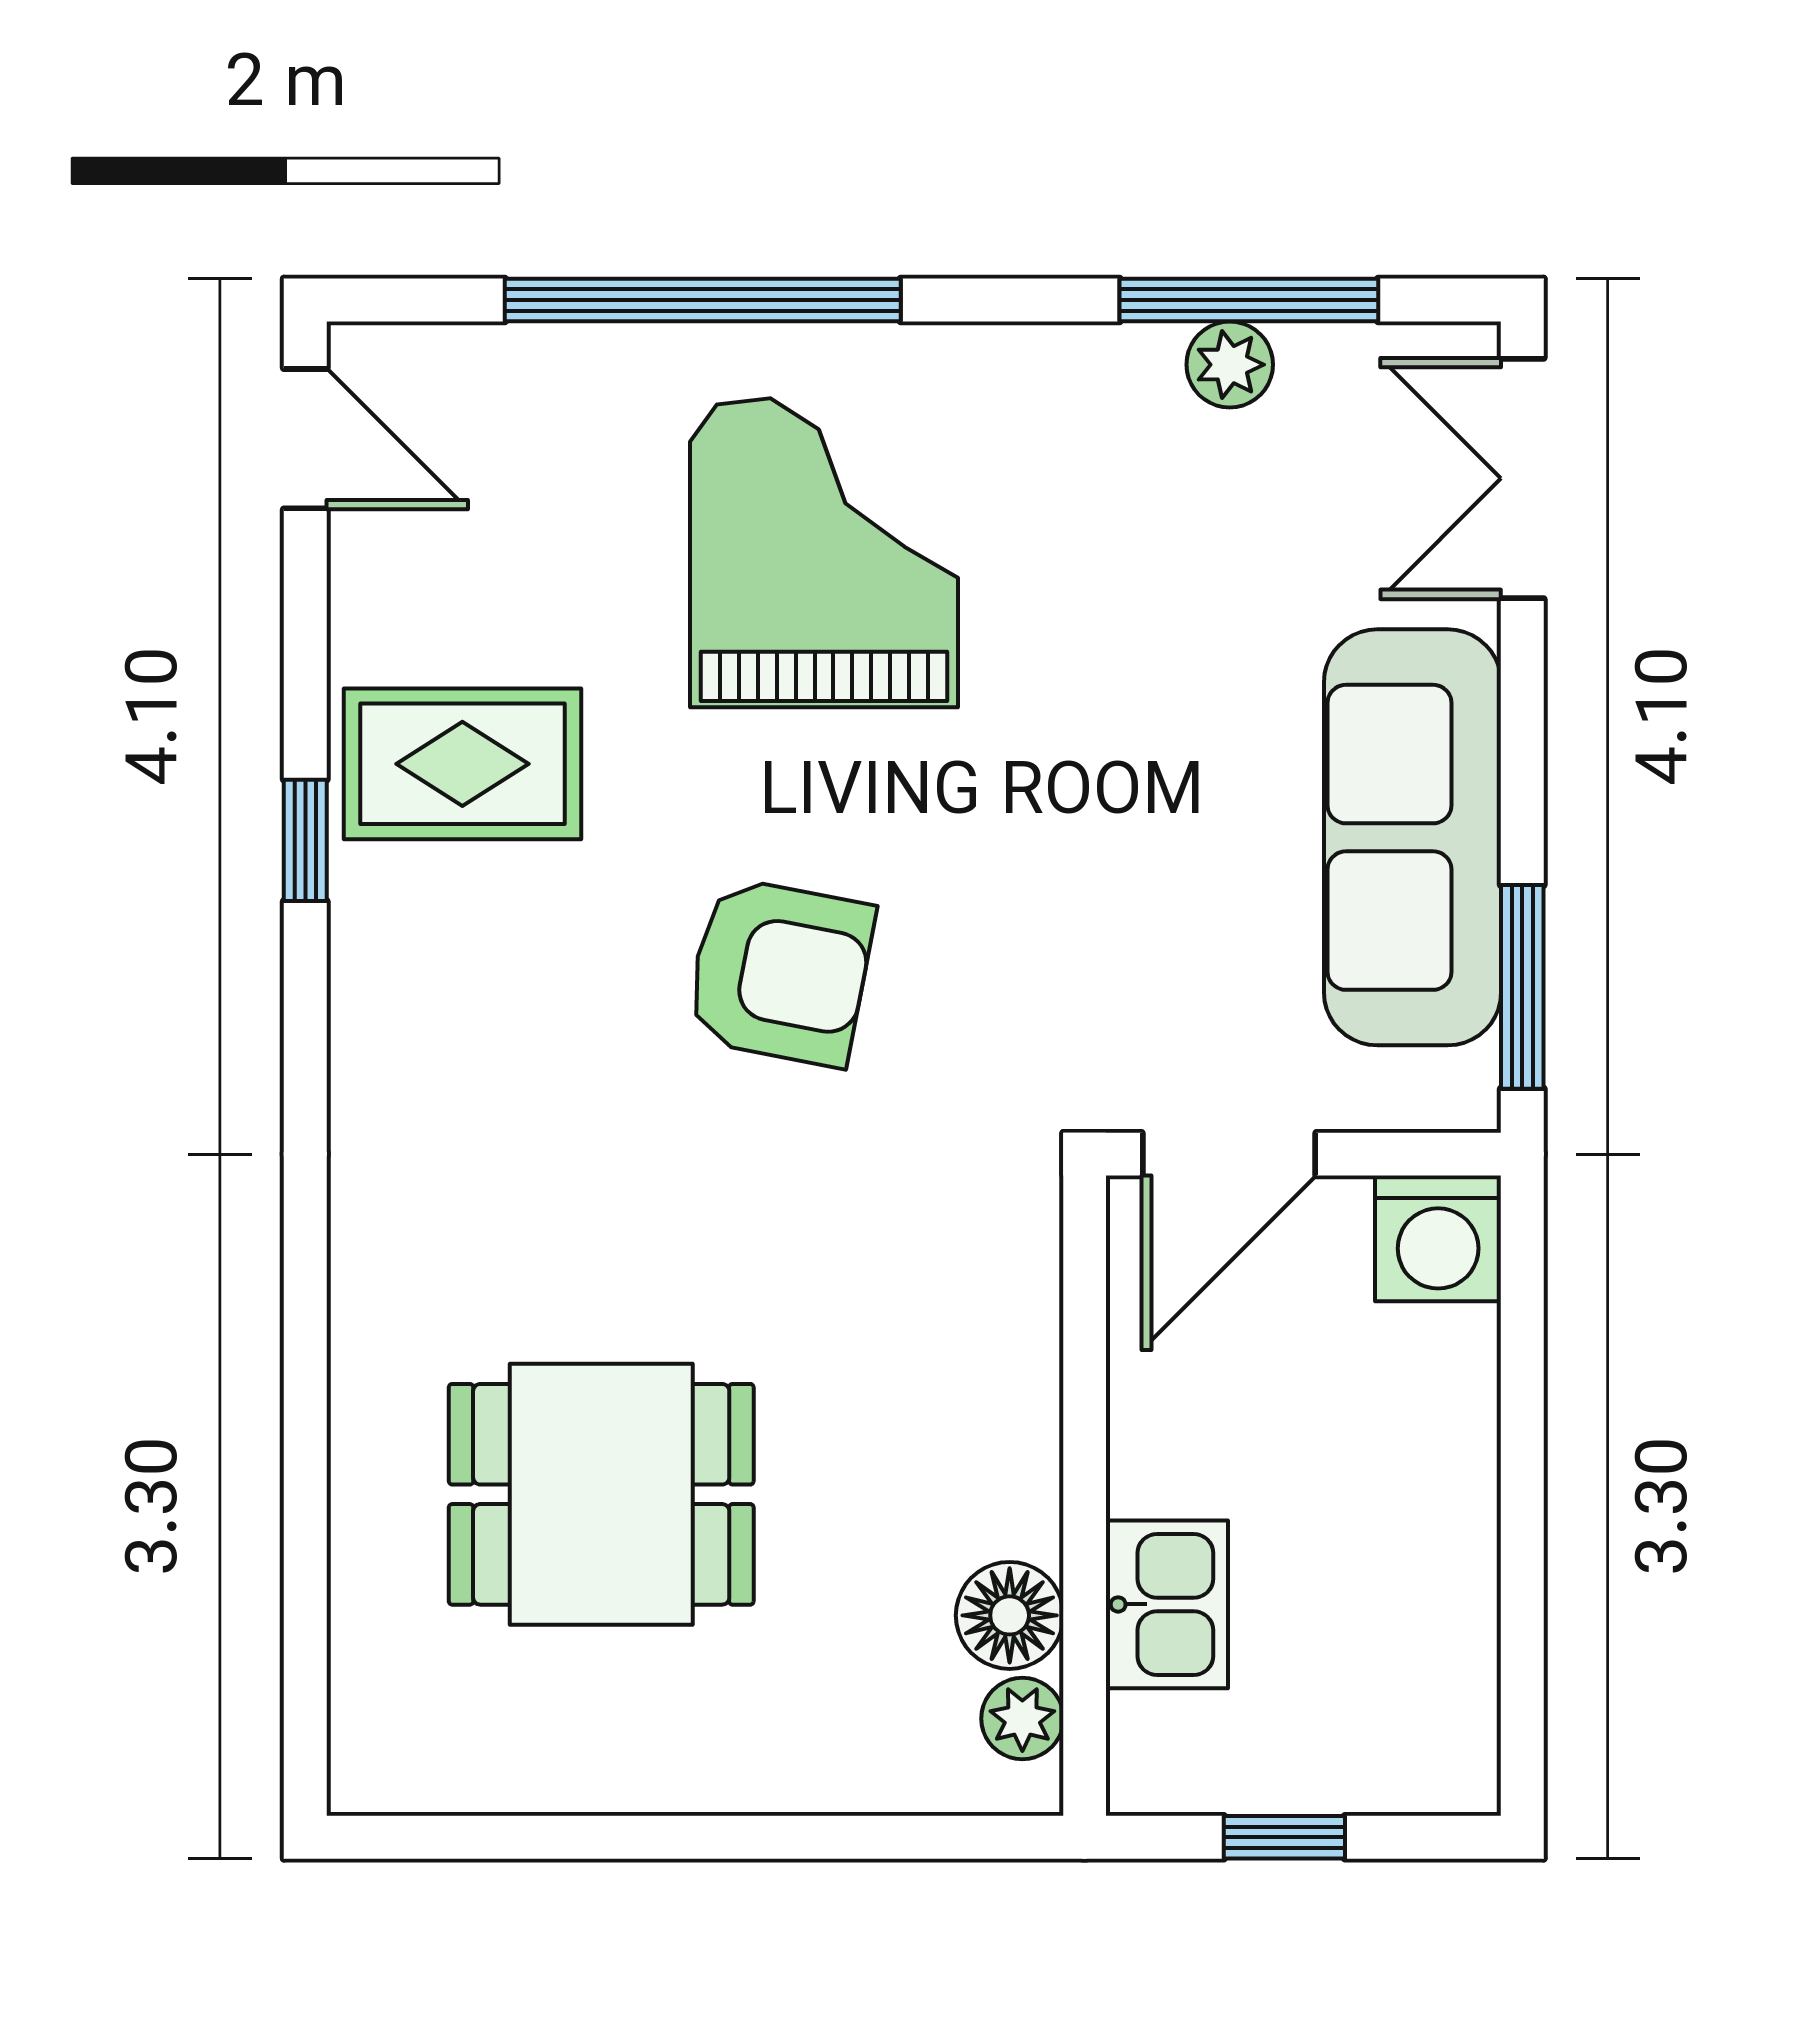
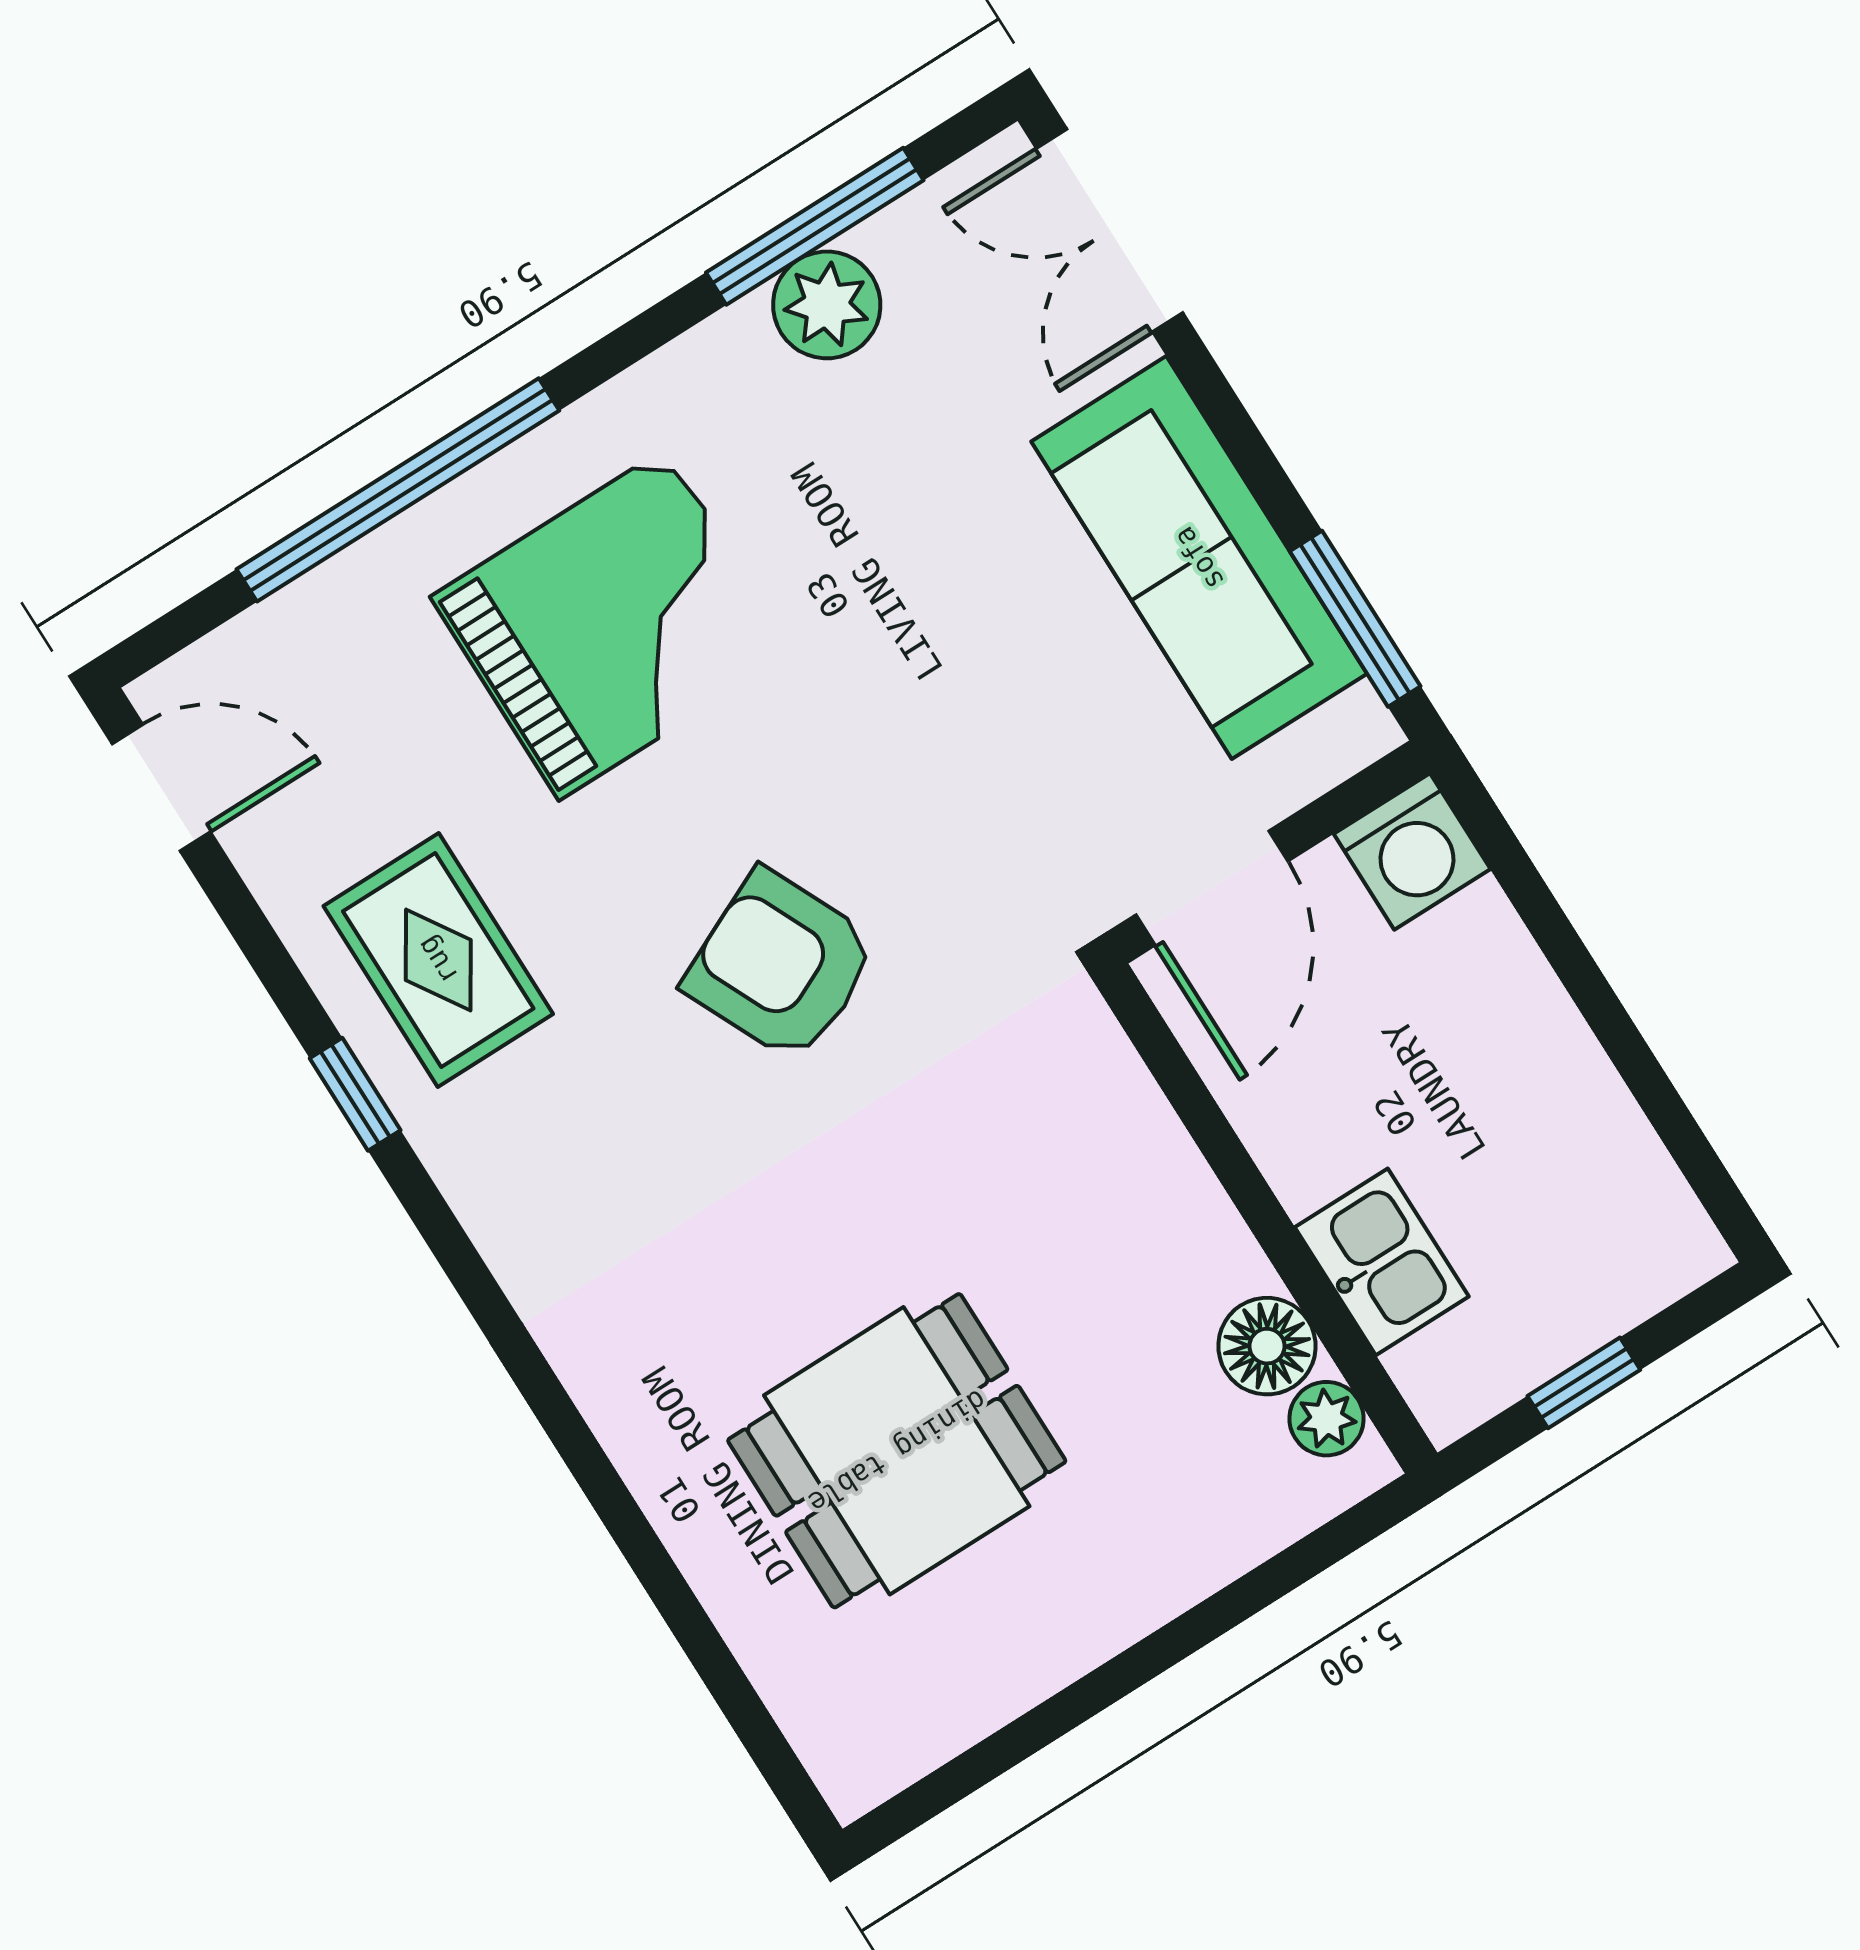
plant: (1230, 365) -> (827, 305), width x1.38, depth x1.38
grand piano: (824, 553) -> (612, 624), turned 90
rug: (462, 764) -> (438, 960), turned 90
armchair: (780, 972) -> (781, 966), turned -126

